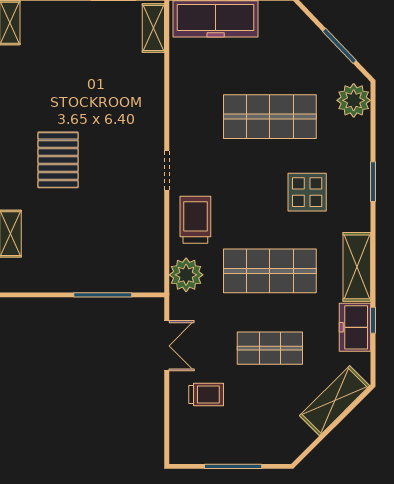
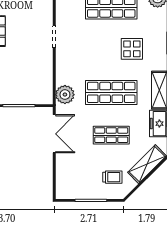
trolley: (195, 220) -> (70, 64), removed
double door: (167, 346) -> (54, 134), width x1.37
trolley: (206, 395) -> (112, 177), moved

